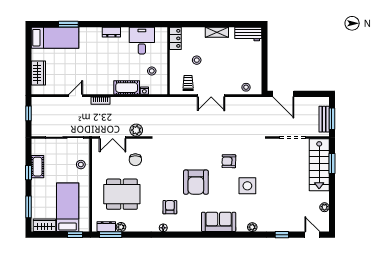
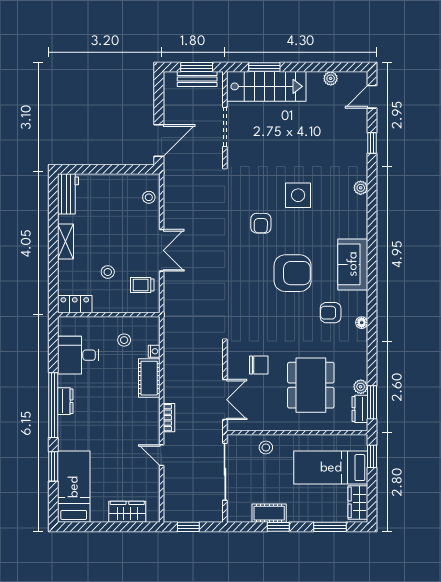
window: (109, 24) -> (53, 405), added
plant: (136, 130) -> (214, 364), removed
sofa: (219, 222) -> (353, 264), moved

